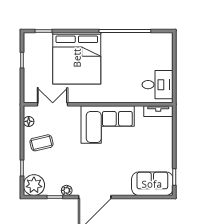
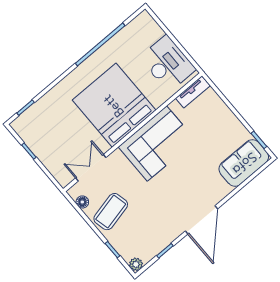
bed: (77, 58) -> (114, 105), moved, turned 180
desk: (158, 85) -> (168, 63), width x1.37
coffee table: (42, 143) -> (111, 212), width x1.36, depth x1.30
plant: (34, 185) -> (136, 264), width x0.53, depth x0.53
plant: (67, 190) -> (171, 236), removed

